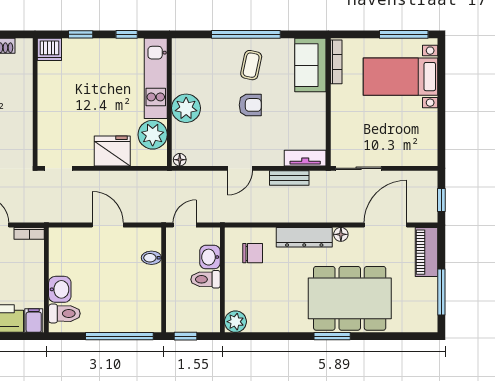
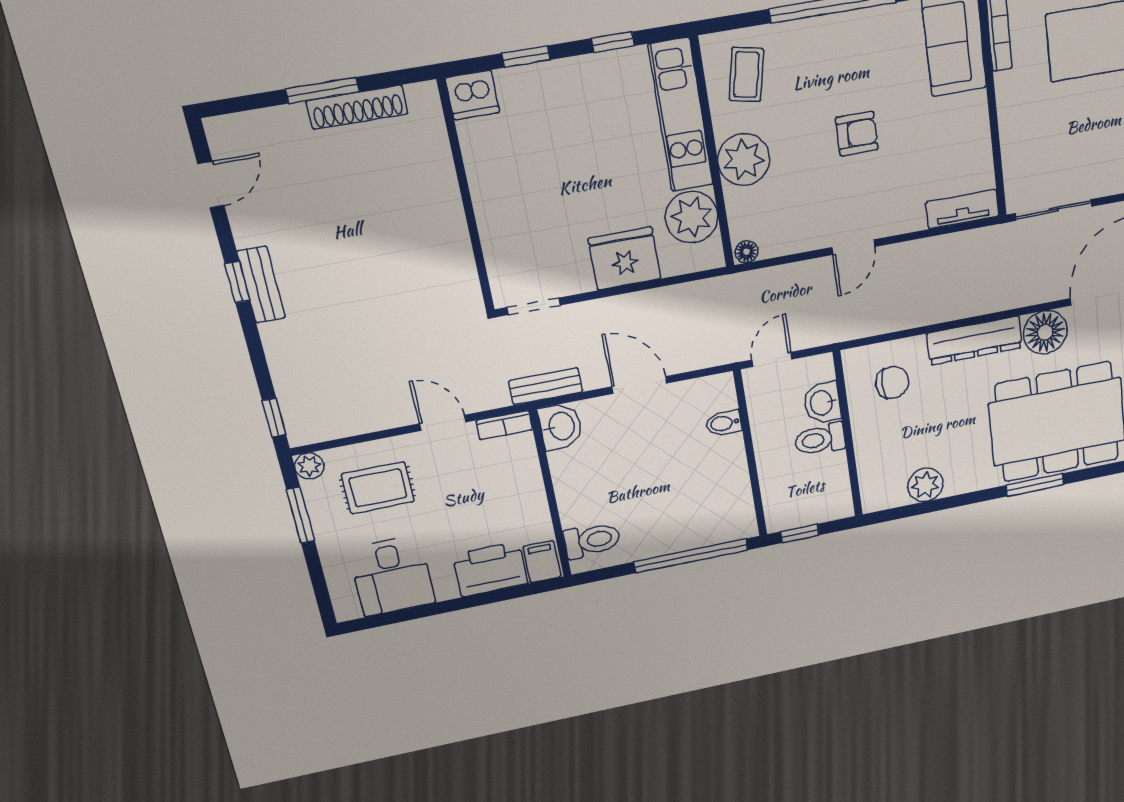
coffee table: (251, 65) -> (746, 75), moved
bench: (289, 178) -> (546, 386), moved
floor lamp: (341, 234) -> (1045, 332), width x1.89, depth x1.89
washbasin: (60, 289) -> (561, 426), moved
plant: (235, 322) -> (925, 485), moved

